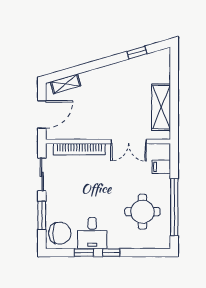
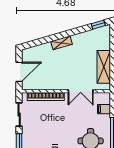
window: (137, 53) -> (98, 25), moved
shelving: (66, 84) -> (62, 43), moved

